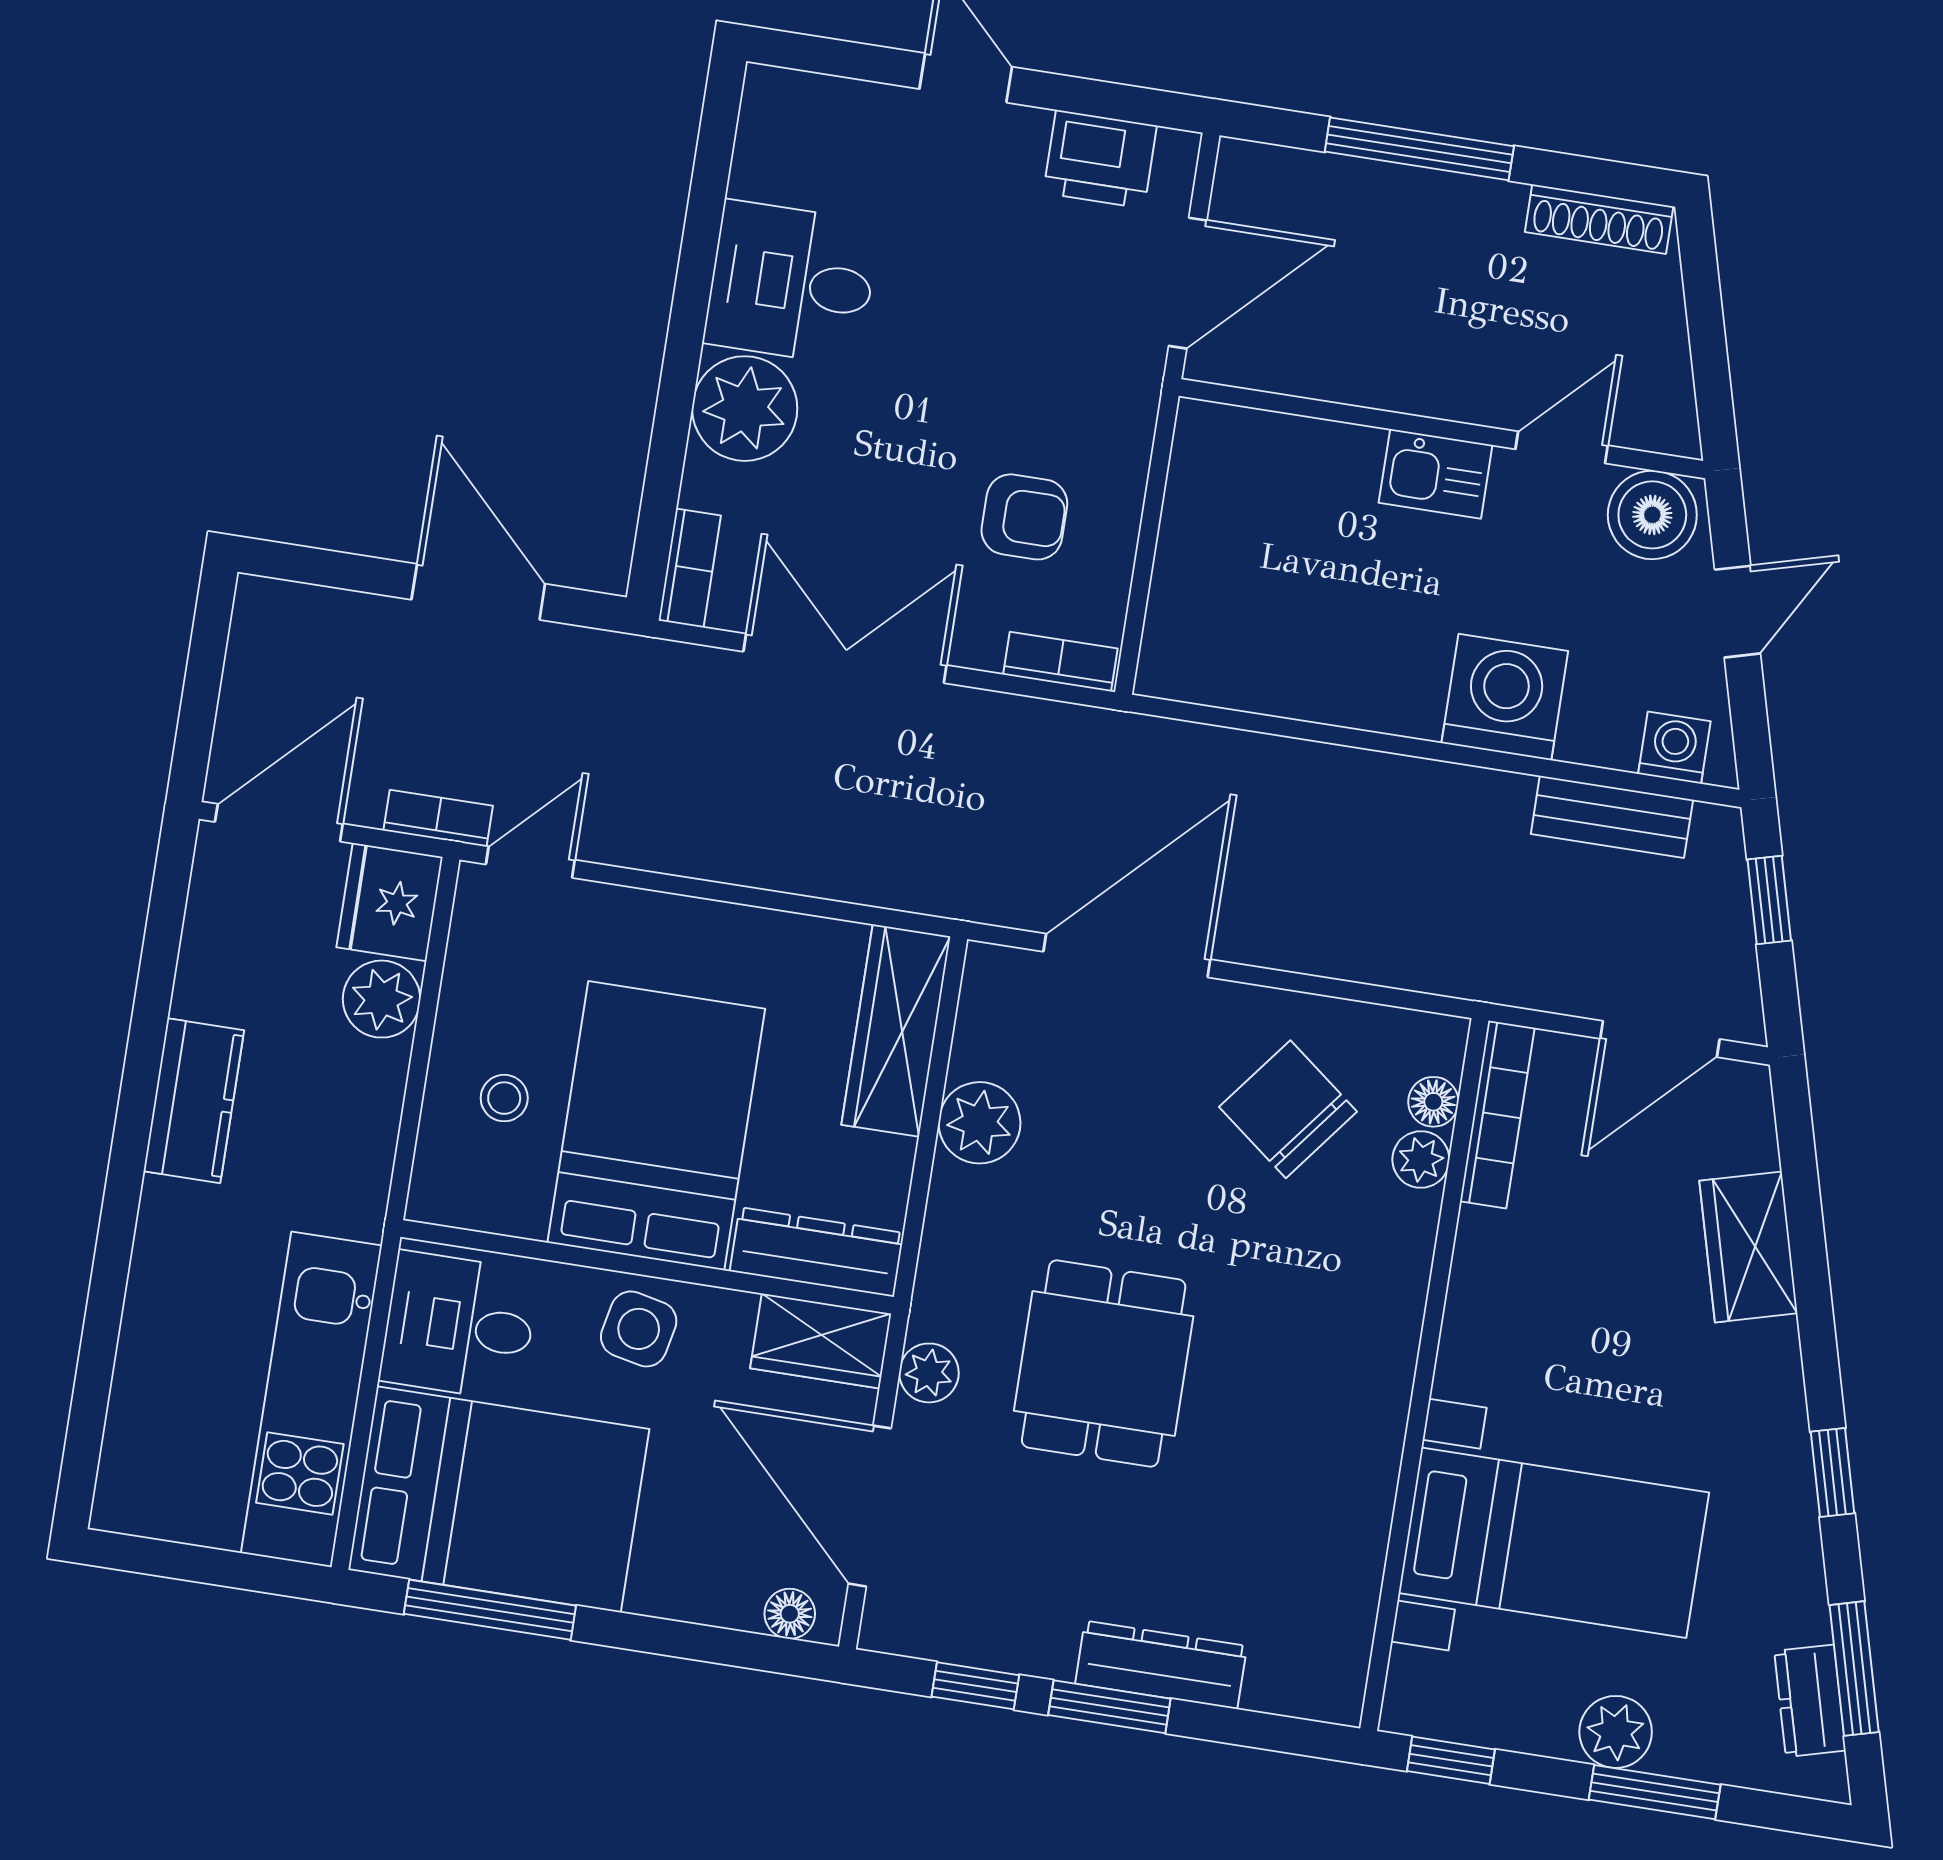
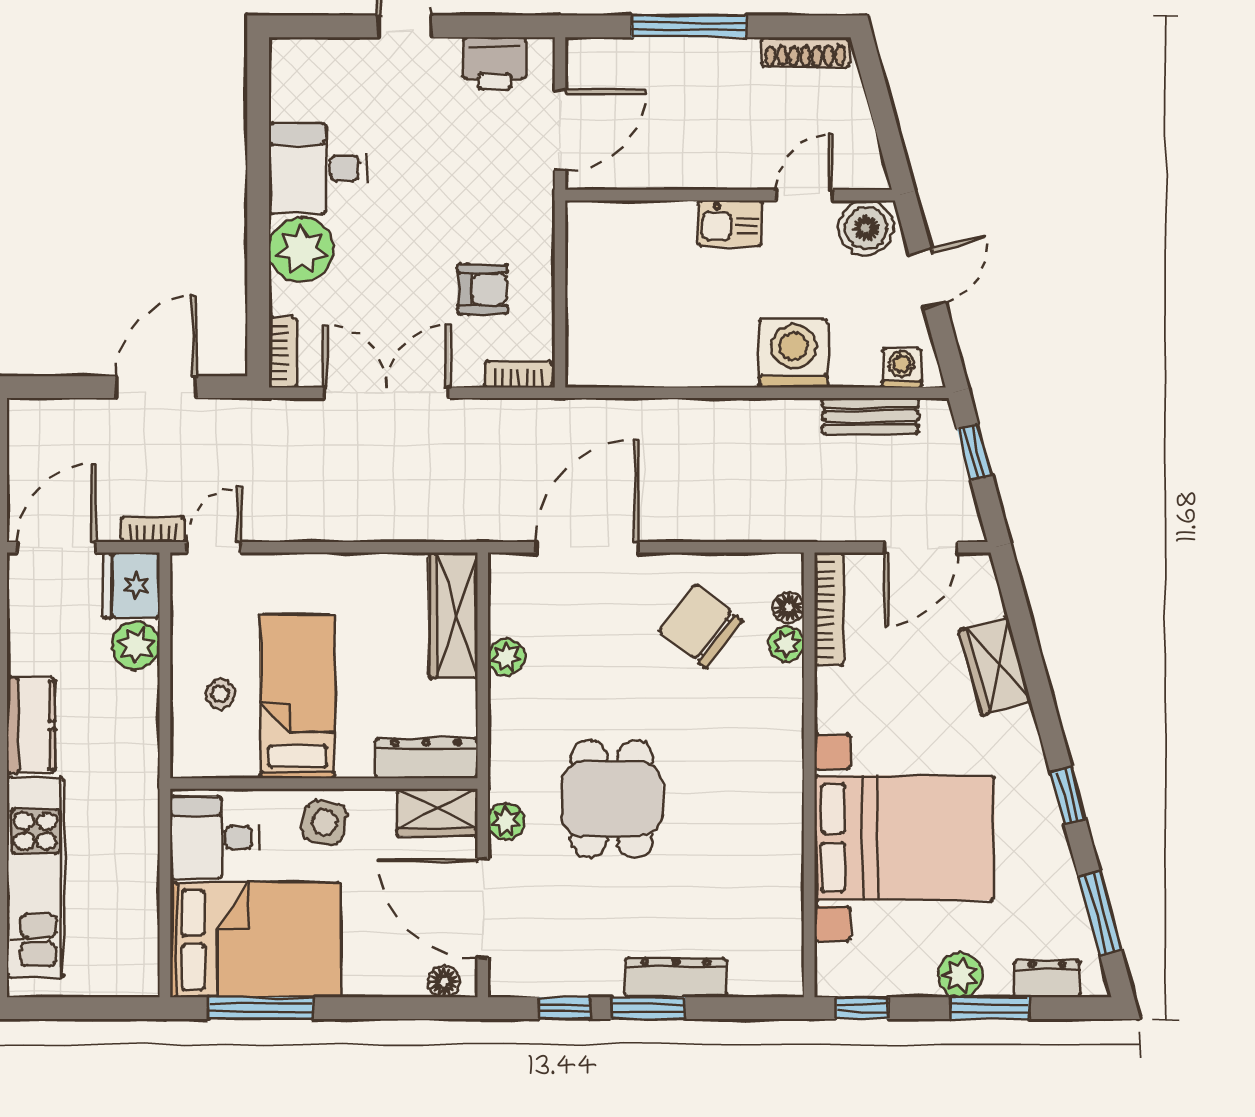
door: (478, 592) -> (156, 387), hinge flipped
plant: (979, 1123) -> (506, 657), width x0.73, depth x0.73
bed: (656, 1126) -> (297, 696), width x0.67
kitchen unit: (311, 1399) -> (35, 878), moved, turned 180
bed with nightstands: (1554, 1543) -> (904, 838), width x1.36
dresser: (1810, 1701) -> (1047, 979), moved, turned 105

